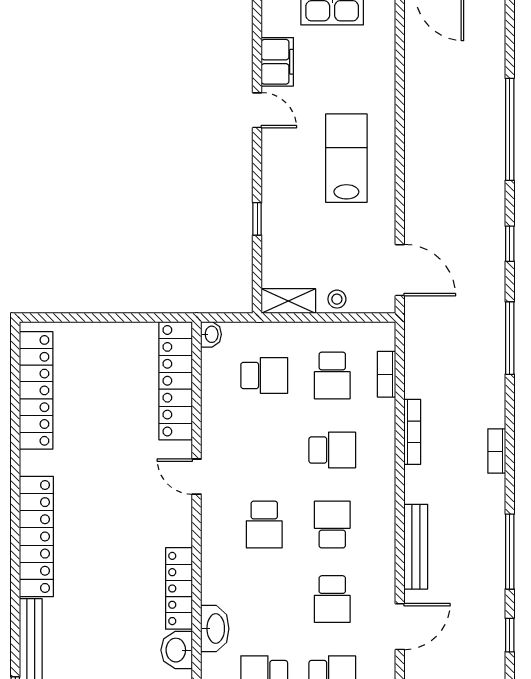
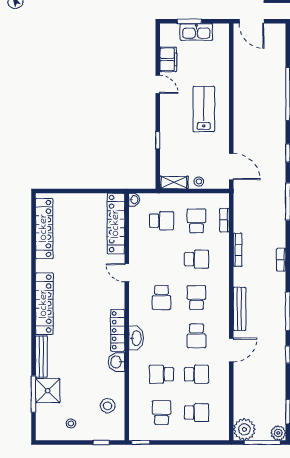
school desk: (332, 375) -> (196, 221), turned 180
washbasin: (215, 629) -> (136, 338), moved

